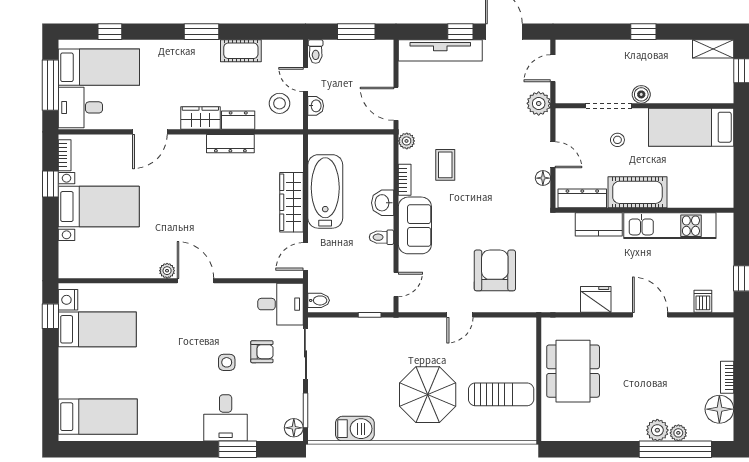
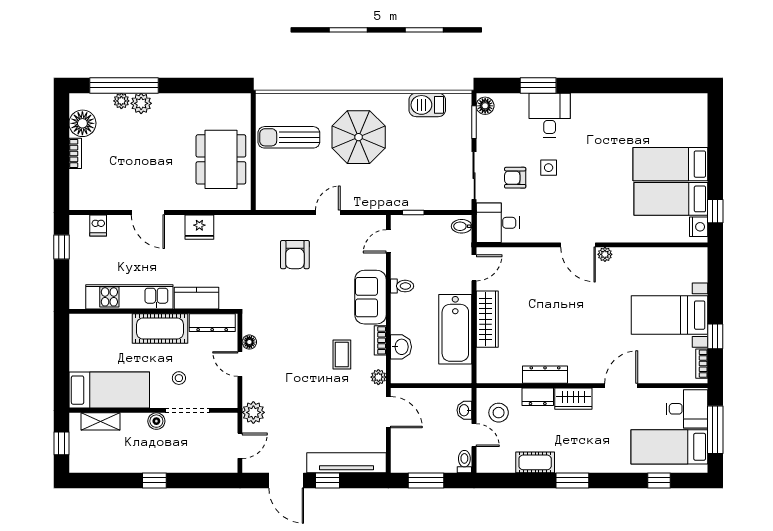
shelving: (713, 49) -> (100, 421), moved
washbasin: (383, 203) -> (401, 347), moved
armchair: (495, 270) -> (295, 255), width x0.73, depth x0.73
bed: (98, 417) -> (670, 164), moved

